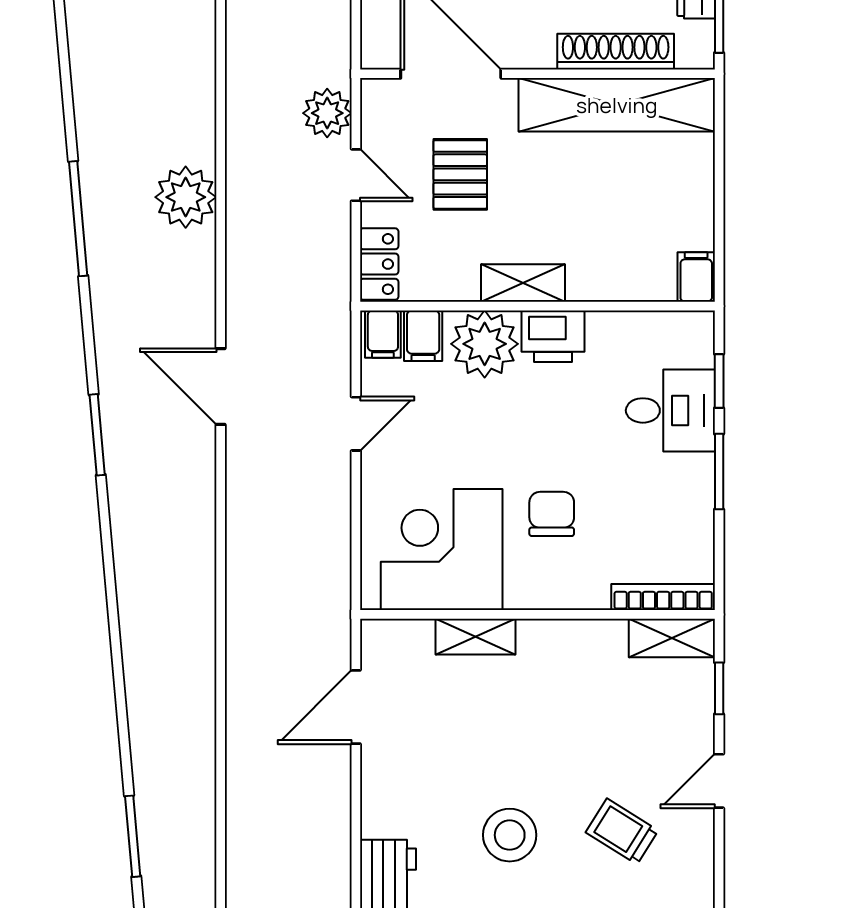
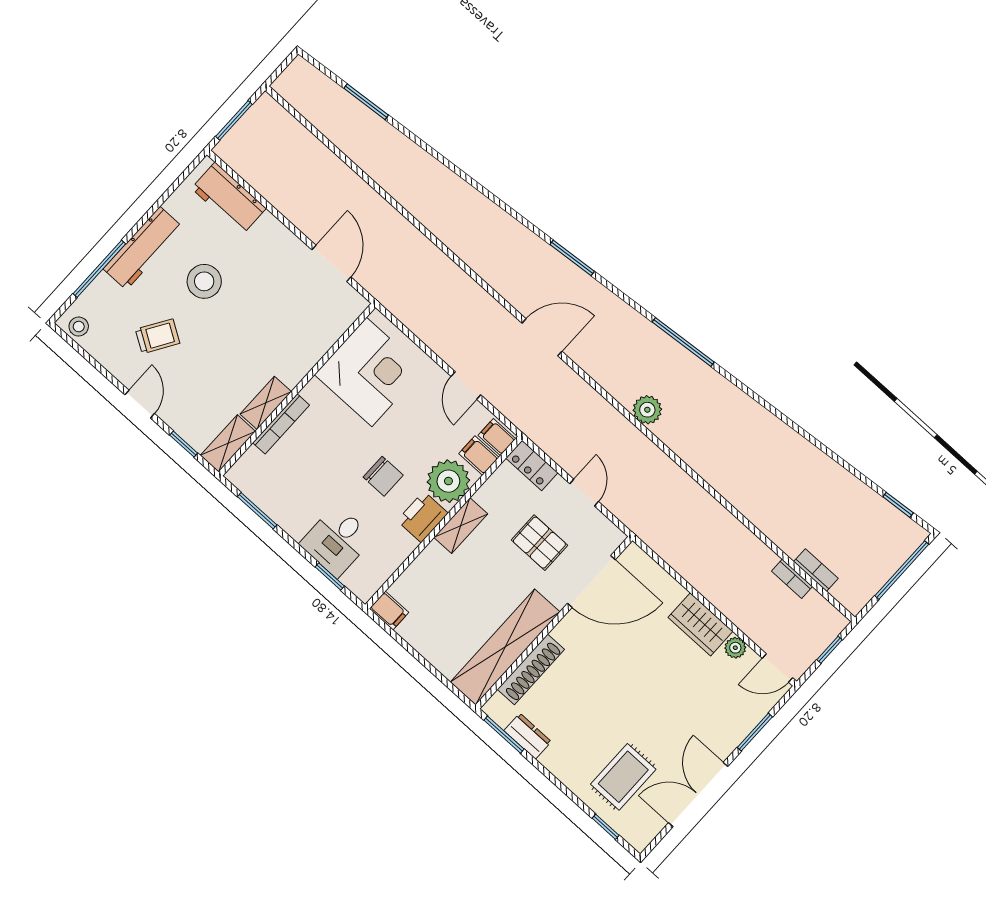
plant: (327, 113) -> (626, 506), removed
door: (356, 175) -> (584, 493), swing flipped
plant: (186, 197) -> (647, 410), width x0.73, depth x0.73
window: (719, 472) -> (257, 511), moved
chair: (552, 514) -> (383, 476), moved
bookcase: (663, 597) -> (281, 424), moved
shelving: (476, 637) -> (266, 403), moved

